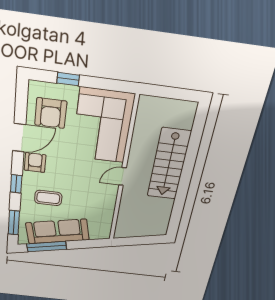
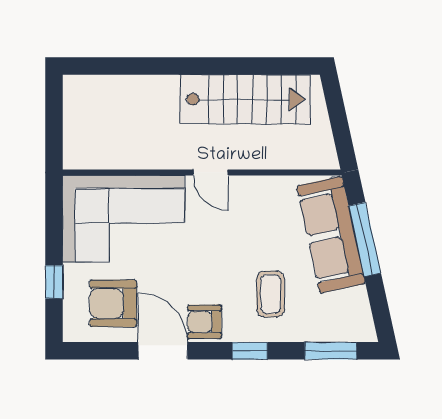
armchair: (51, 113) -> (113, 303), turned 180
stairs: (169, 164) -> (245, 99), moved
sofa: (57, 231) -> (331, 235), moved
window: (47, 247) -> (365, 240), moved

